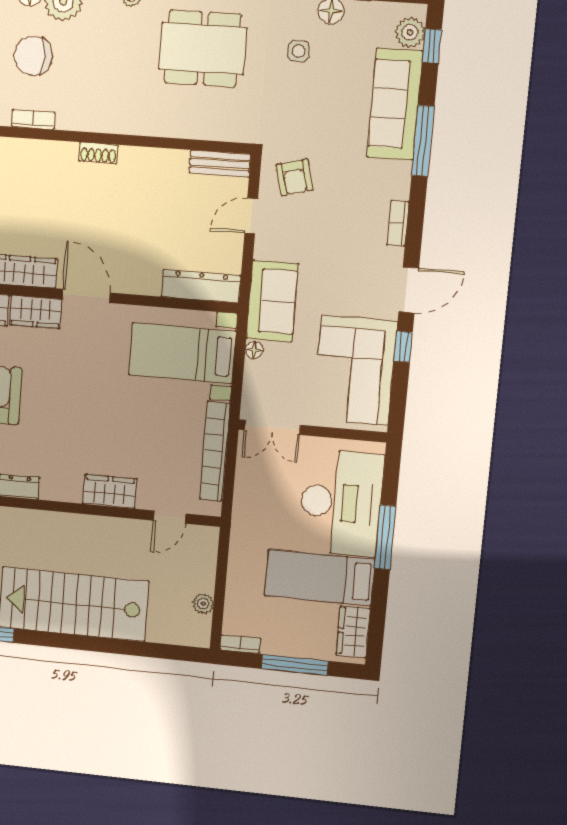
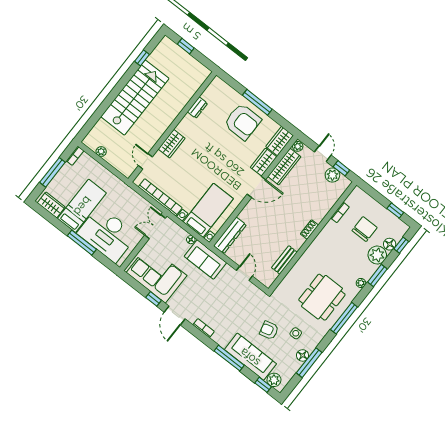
bench: (220, 164) -> (284, 260), moved
armchair: (294, 177) -> (269, 330), moved

